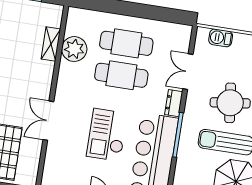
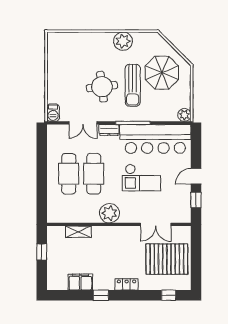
barbecue: (221, 38) -> (53, 113), moved
plant: (74, 49) -> (109, 213), moved
double door: (48, 121) -> (156, 224), moved

